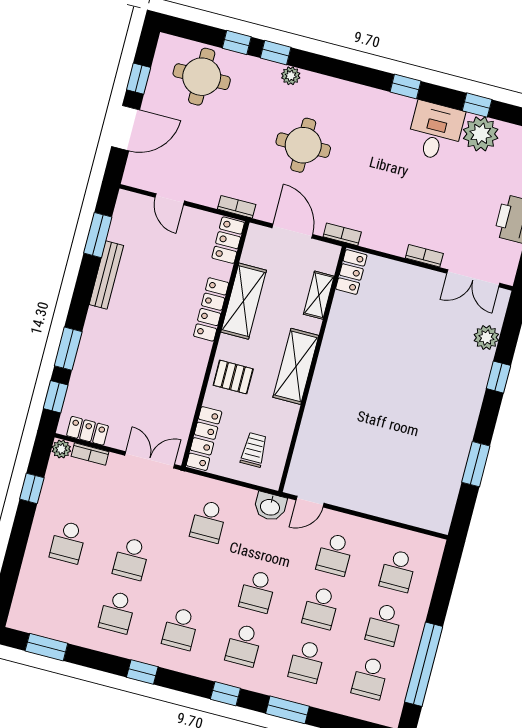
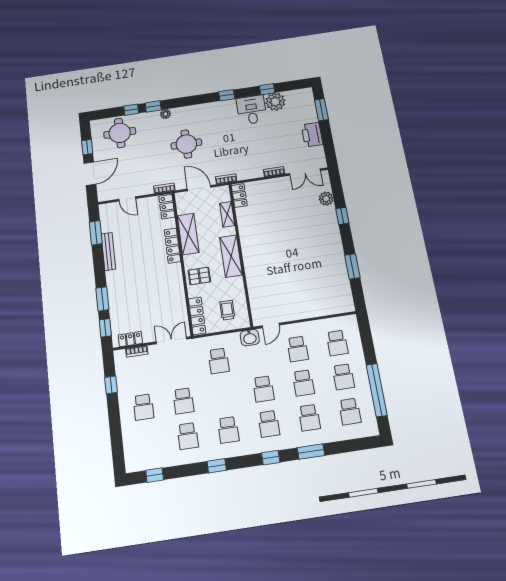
plant: (61, 449) -> (119, 355), removed
window: (46, 647) -> (155, 475), width x0.67

